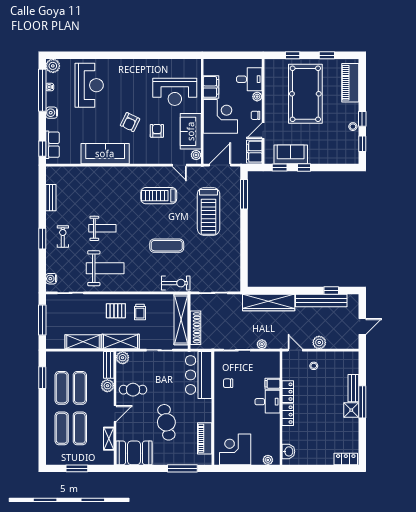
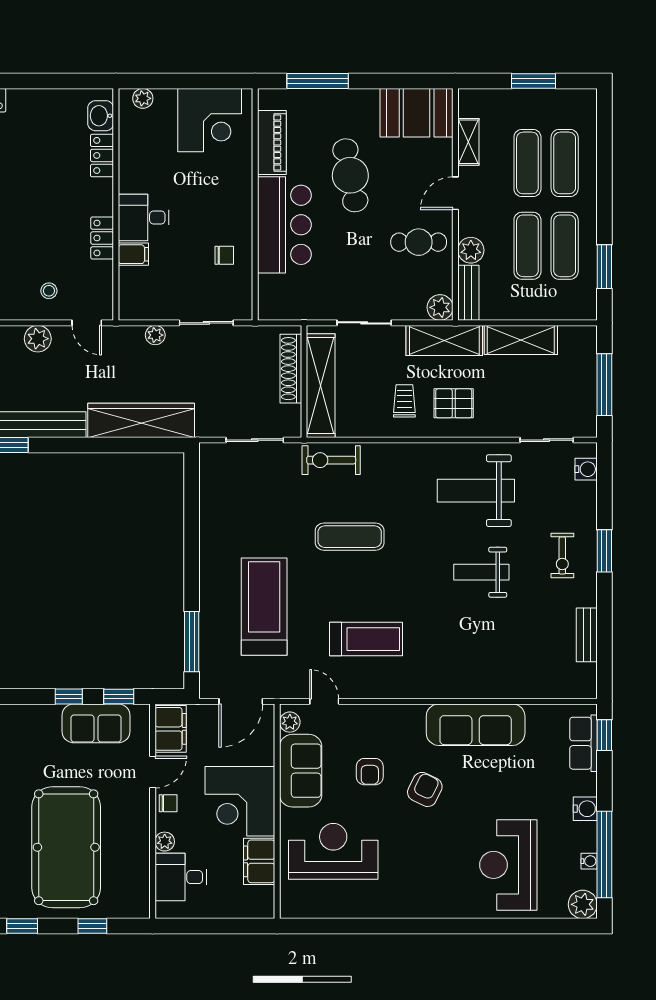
bar counter: (199, 375) -> (284, 225), moved
locker: (288, 415) -> (102, 155), moved

